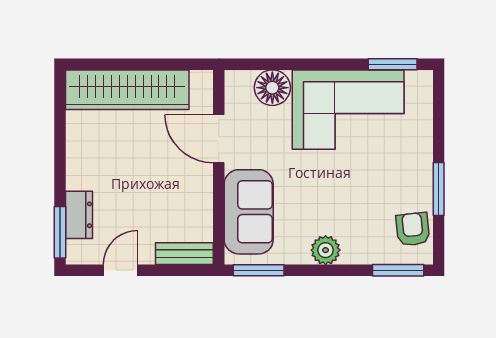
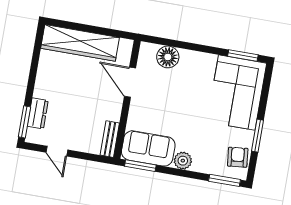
corner sofa: (348, 110) -> (237, 93), moved, turned 90
sofa: (249, 212) -> (148, 148), moved, turned -90
bench: (184, 254) -> (110, 139), moved, turned 90
door: (120, 270) -> (57, 151), swing flipped

